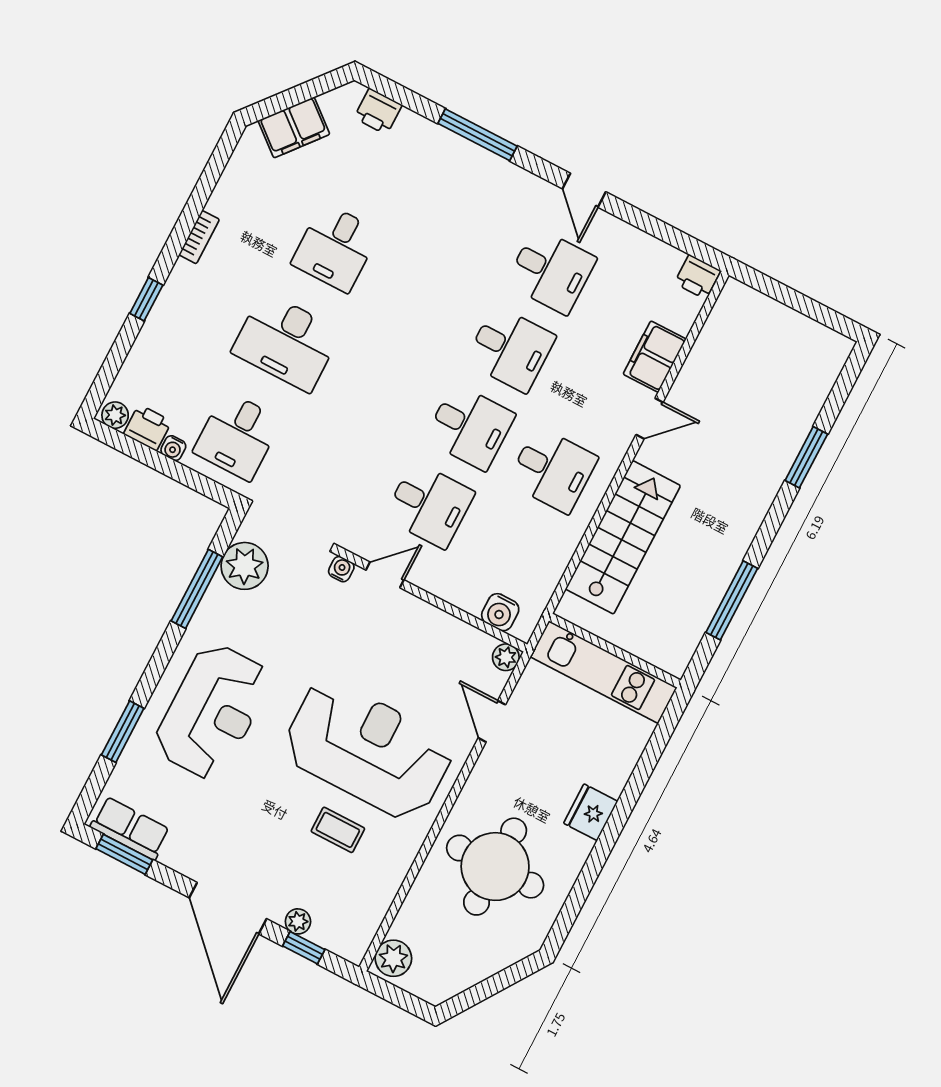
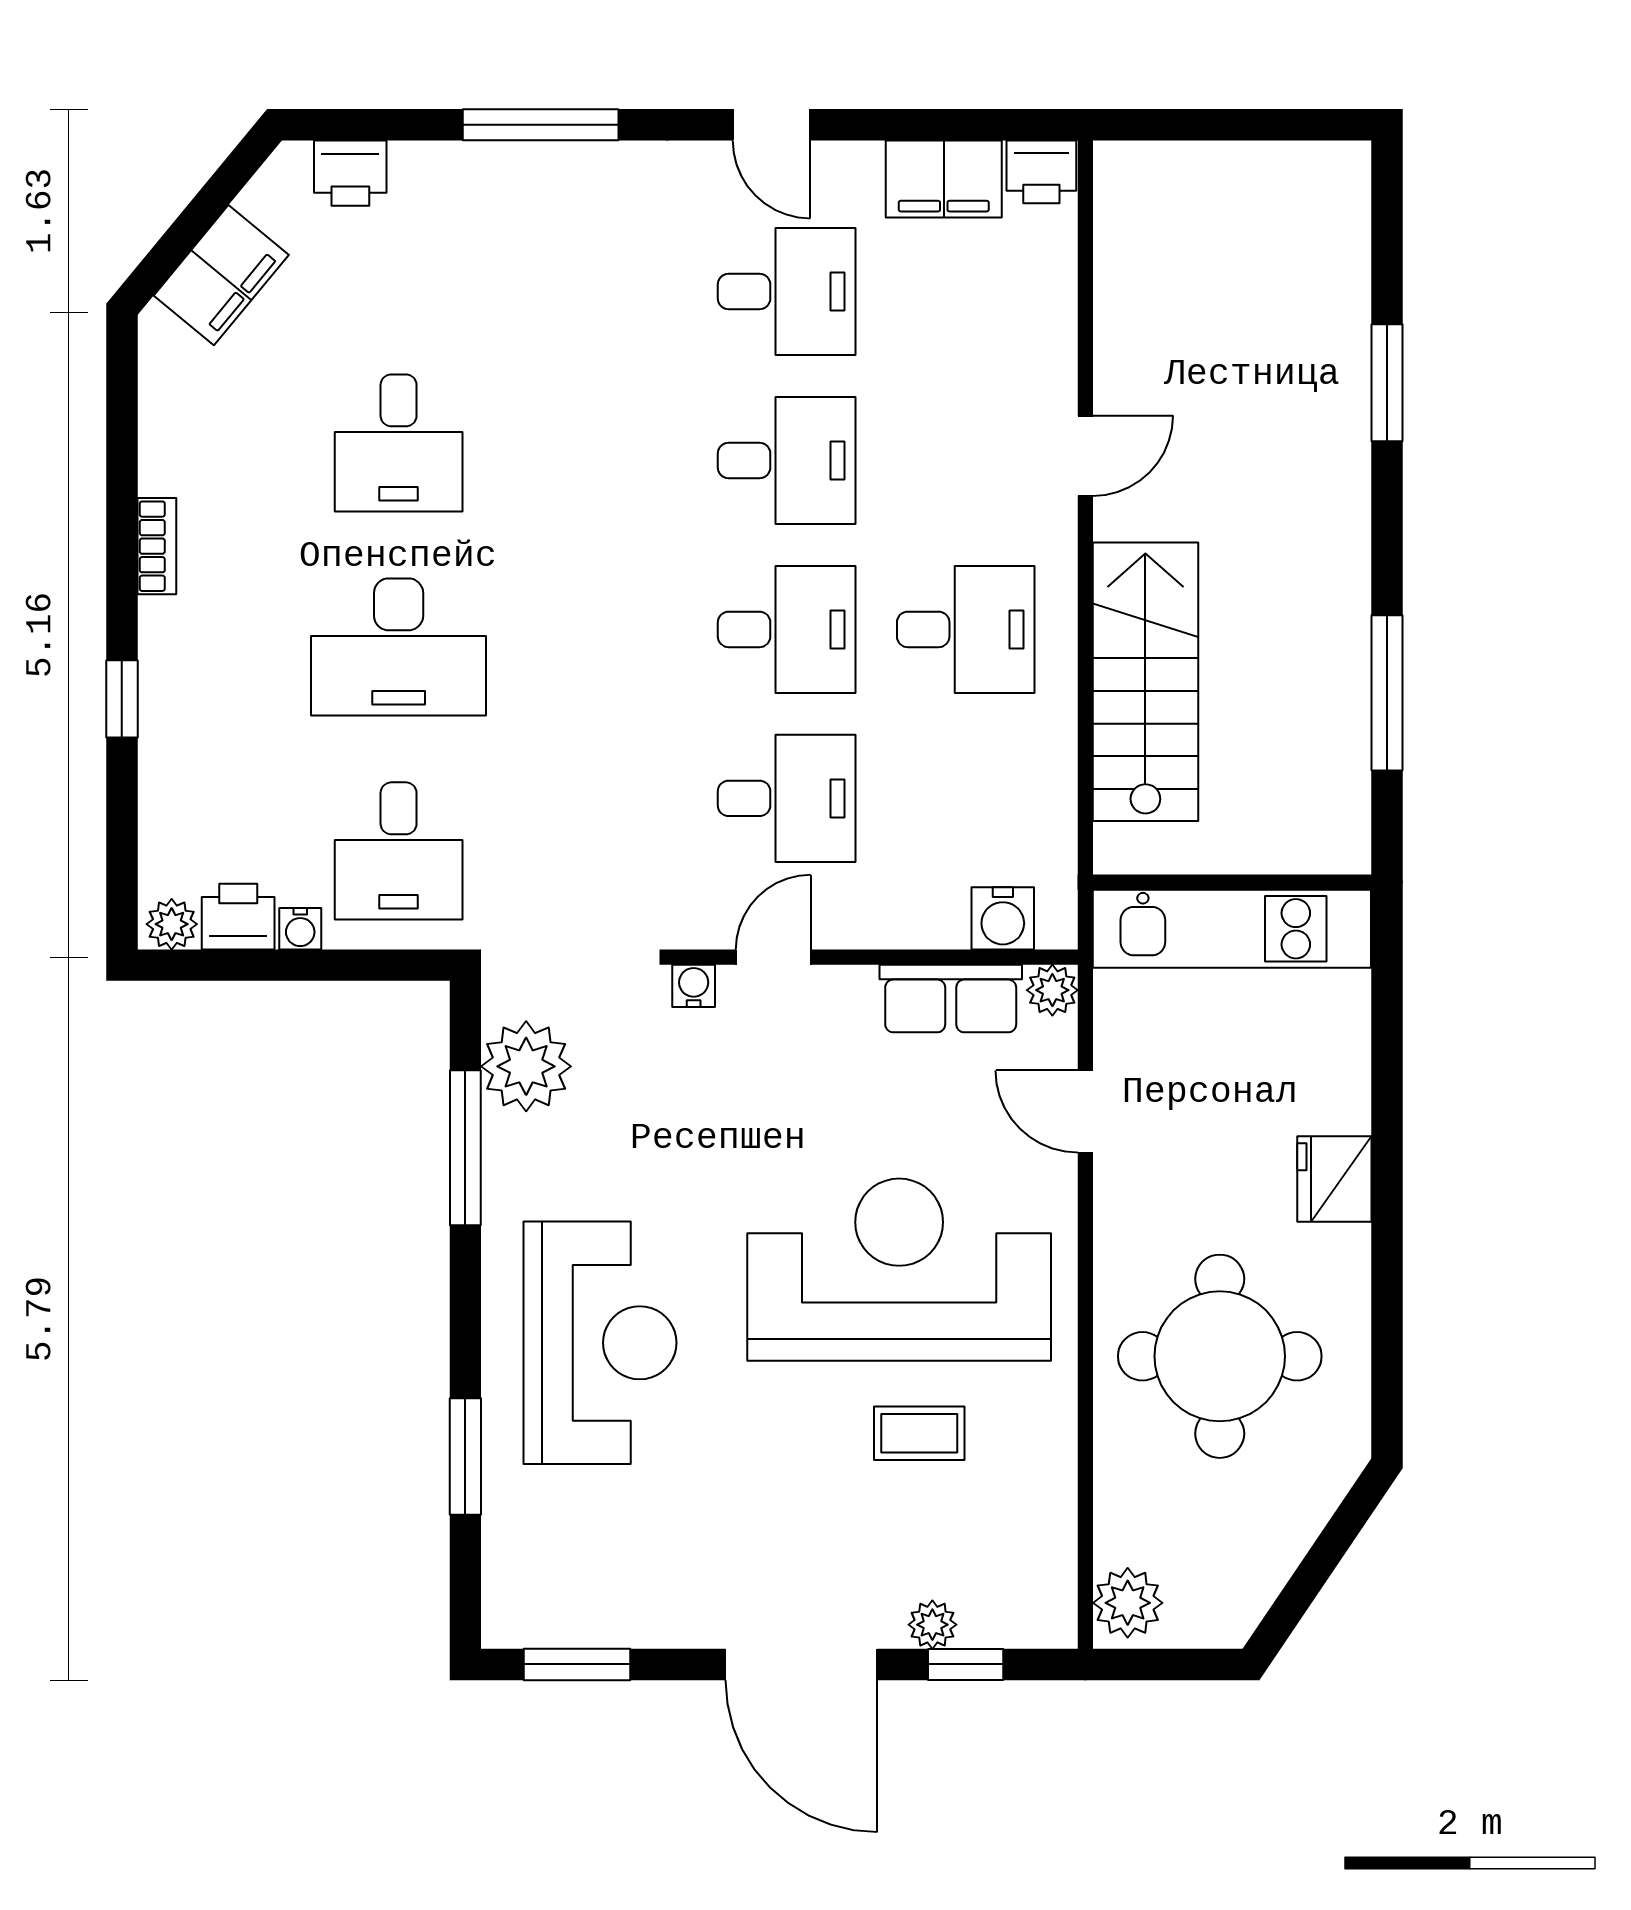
filing cabinet: (655, 357) -> (944, 179), moved, turned -90
row of seats: (130, 828) -> (951, 998), moved, turned 180

